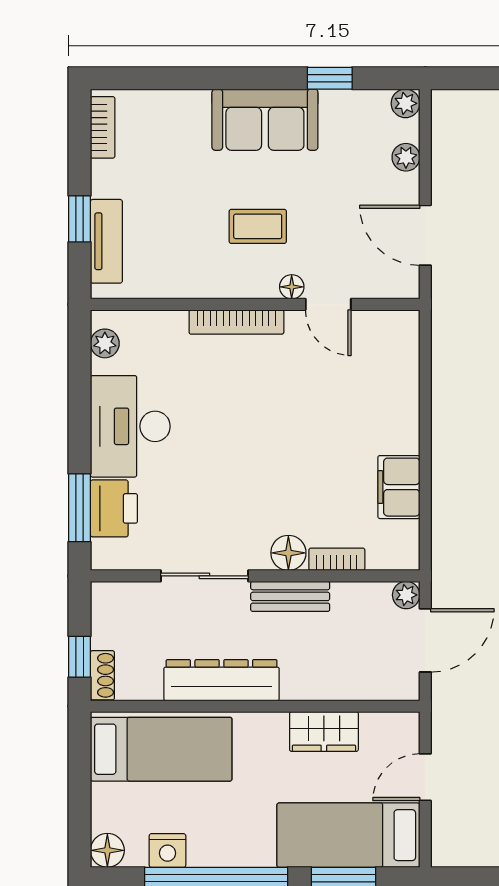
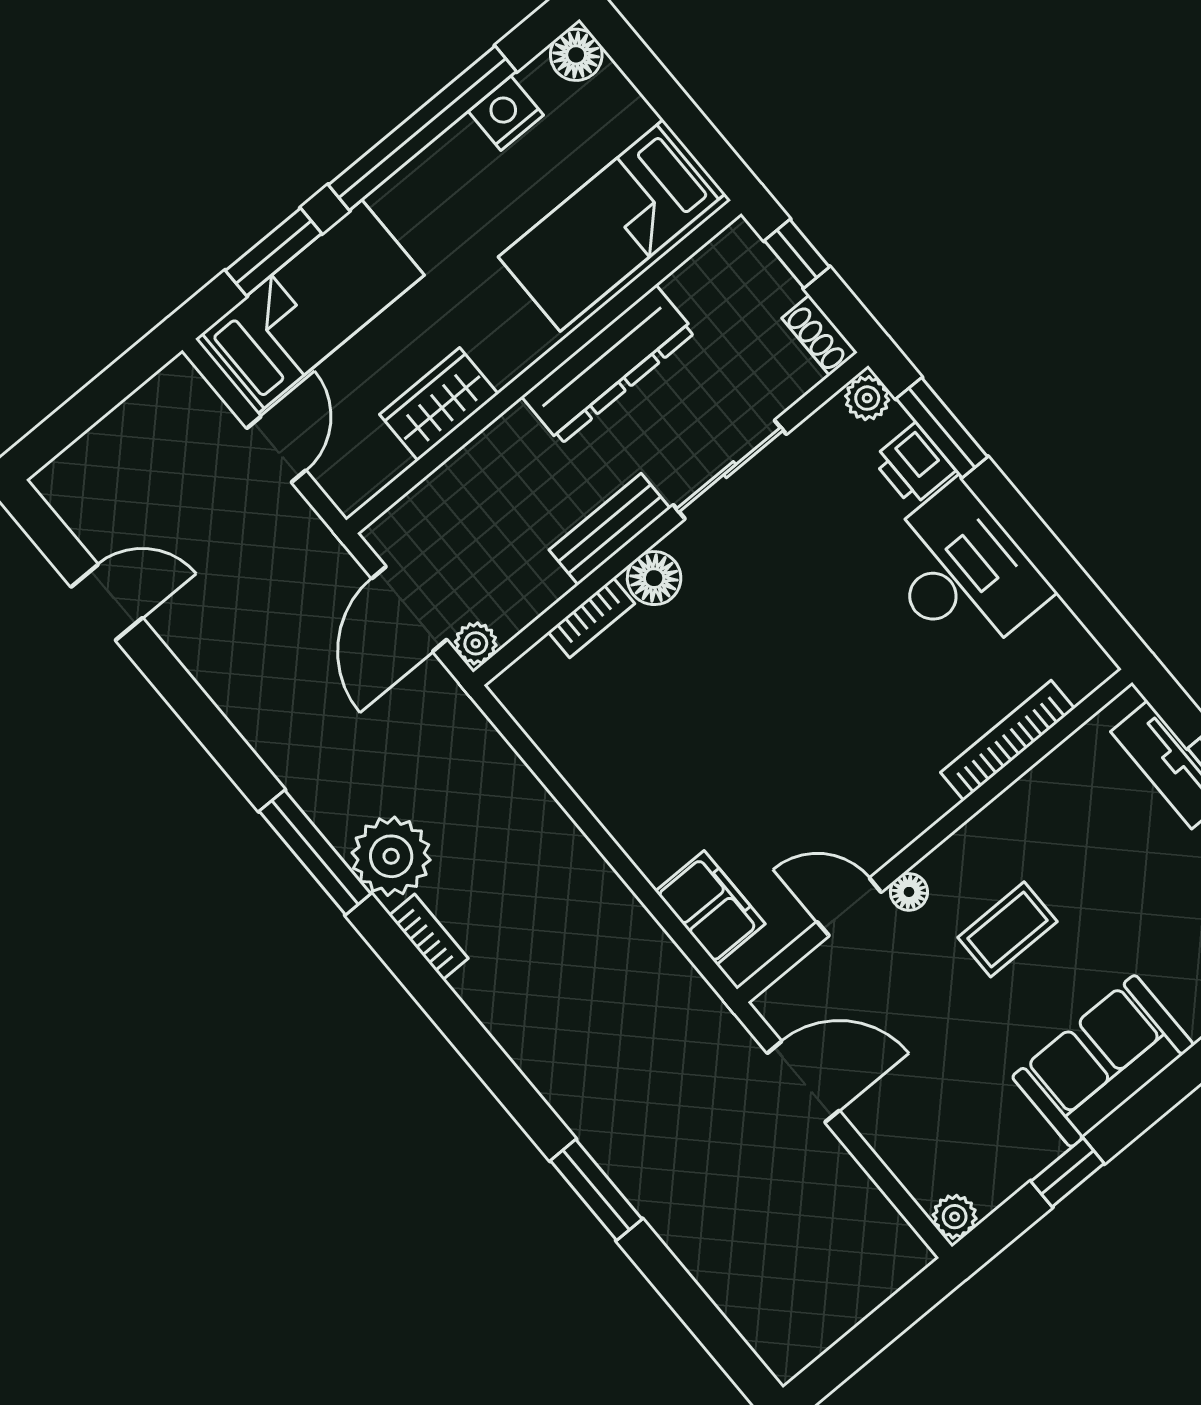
plant: (406, 157) -> (902, 1154), removed
bookcase: (236, 322) -> (1007, 740), moved
plant: (105, 343) -> (867, 398), moved
filing cabinet: (399, 487) -> (710, 908), moved
printer: (114, 508) -> (914, 465), width x0.73, depth x0.81
shoe rack: (102, 675) -> (820, 335), moved

